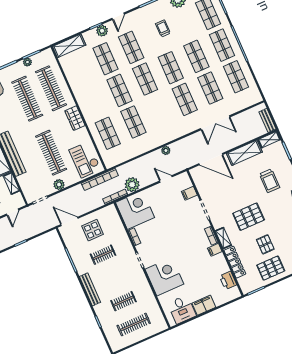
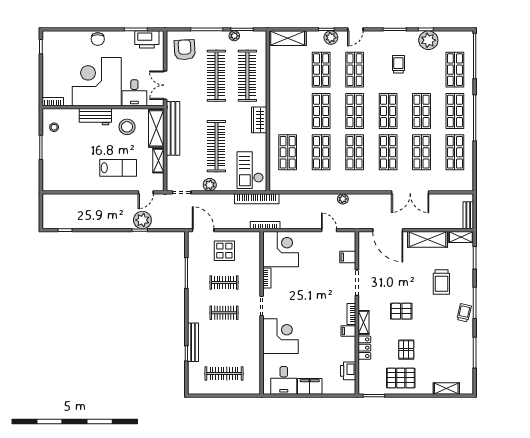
shop shelf: (159, 111) -> (355, 152), added
plant: (132, 185) -> (142, 220), moved
pallet: (249, 217) -> (401, 311), width x0.67, depth x0.71
locker: (235, 262) -> (364, 348), width x0.66
bench: (90, 289) -> (193, 342), moved
clothes rail: (123, 301) -> (224, 313), moved

